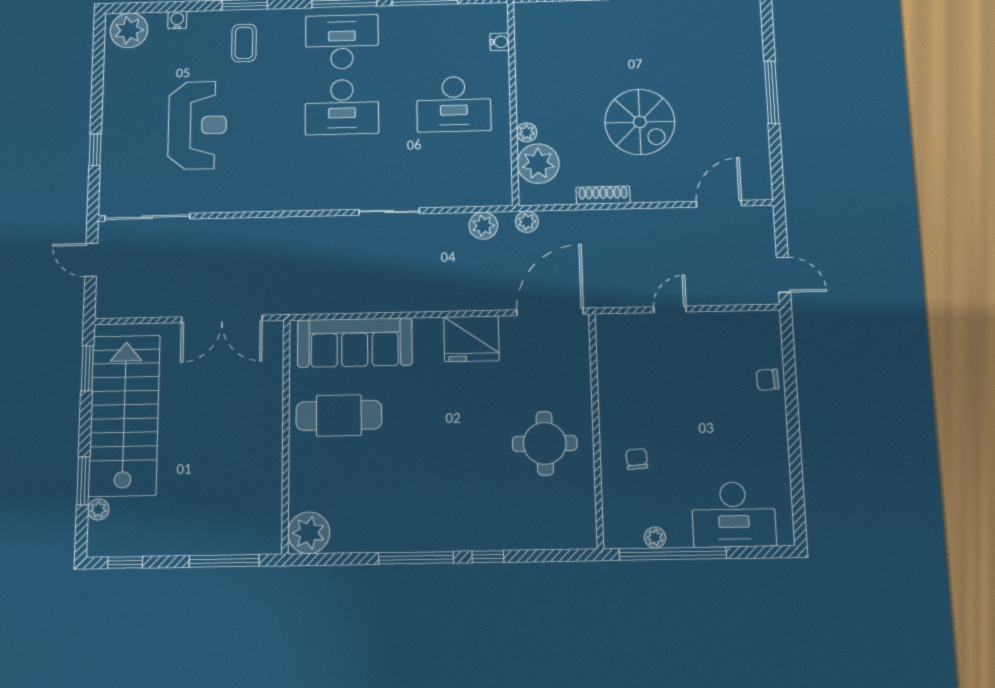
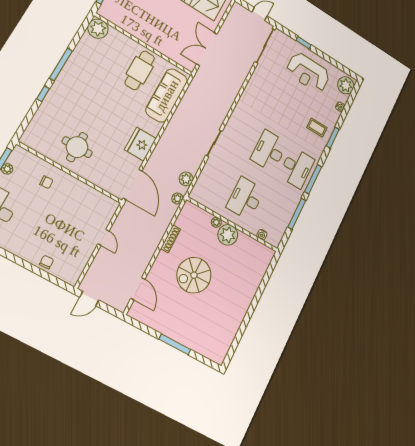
reception desk: (197, 125) -> (308, 72), moved
plant: (538, 164) -> (228, 235), moved

